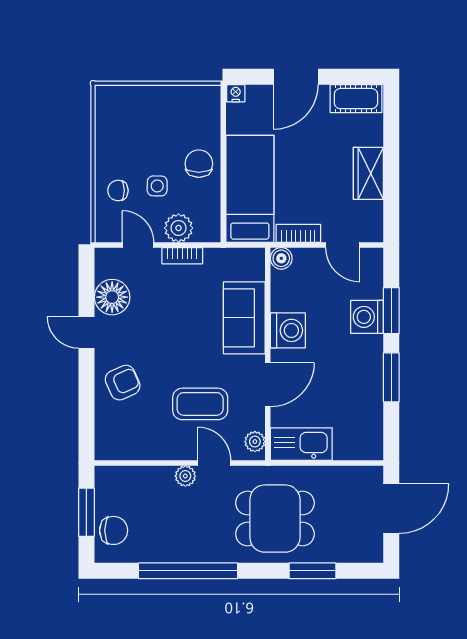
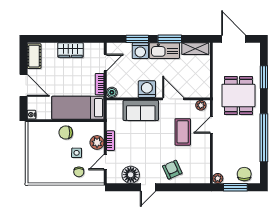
shelving: (371, 430) -> (195, 49), added
kitchen sink: (301, 444) -> (164, 51), moved, turned -90
plant: (185, 476) -> (218, 178), moved

